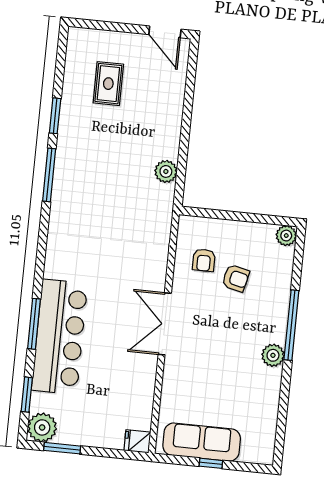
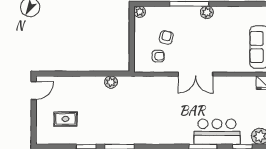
bar counter: (59, 337) -> (217, 132), width x0.73

